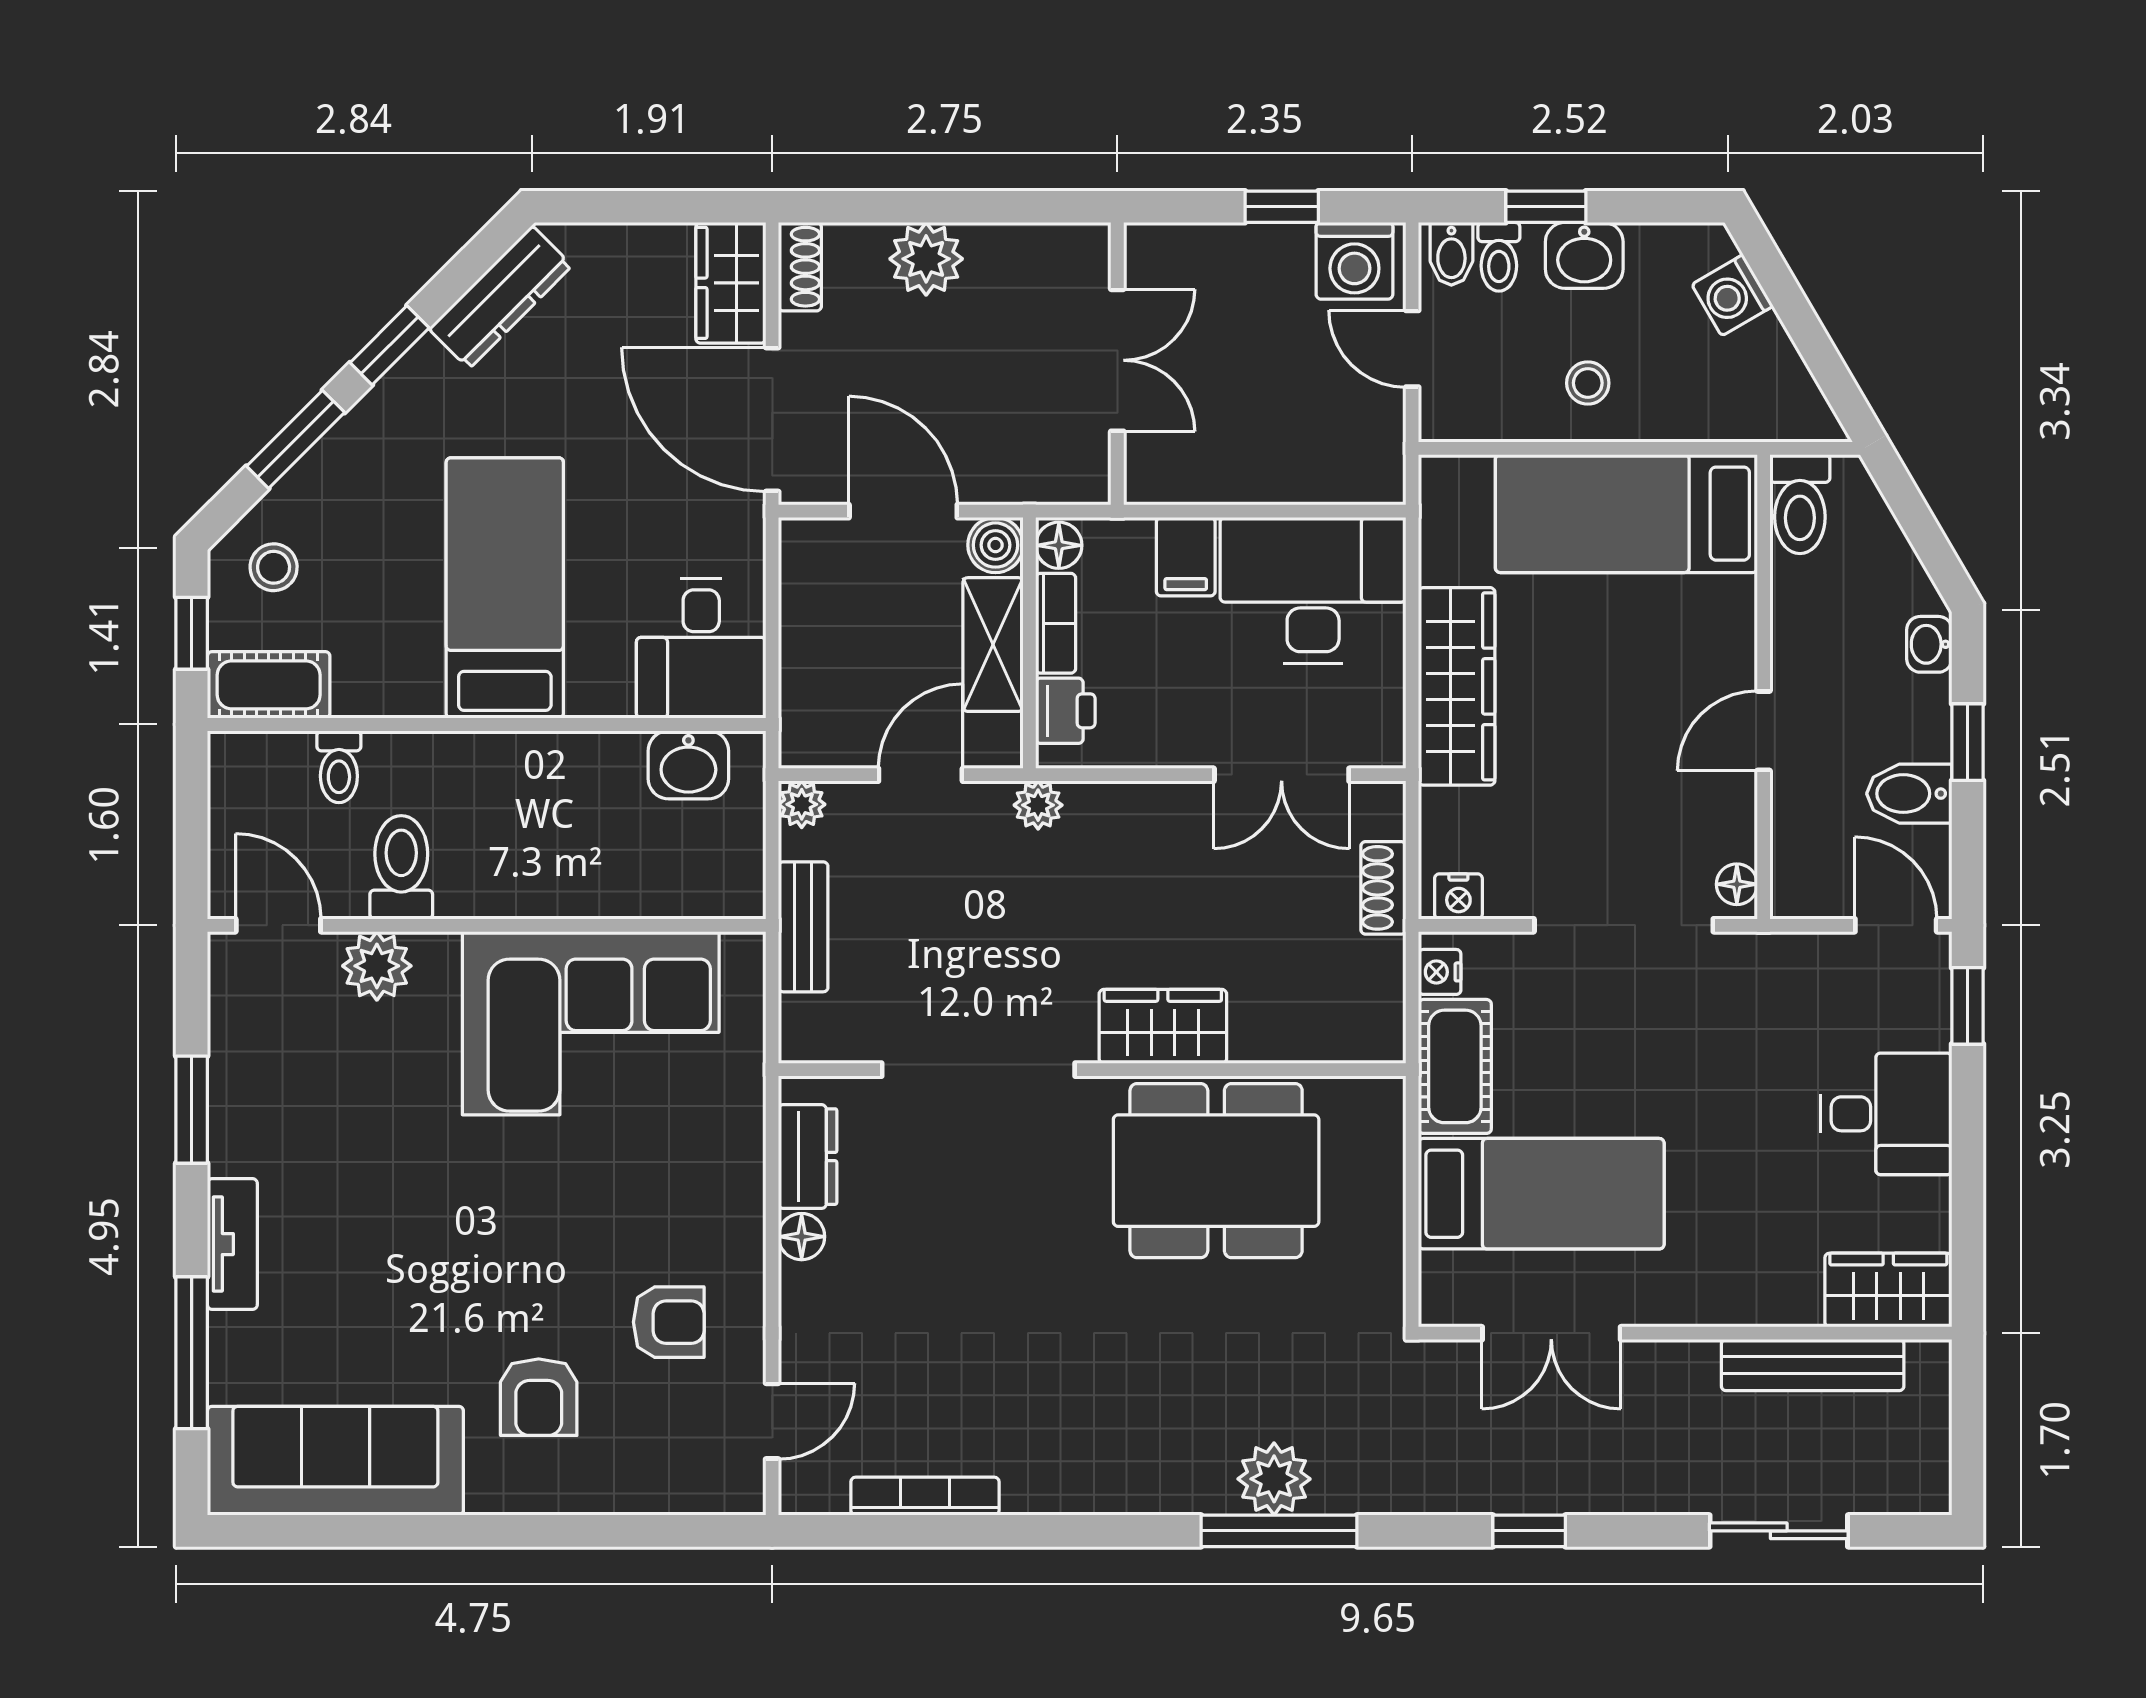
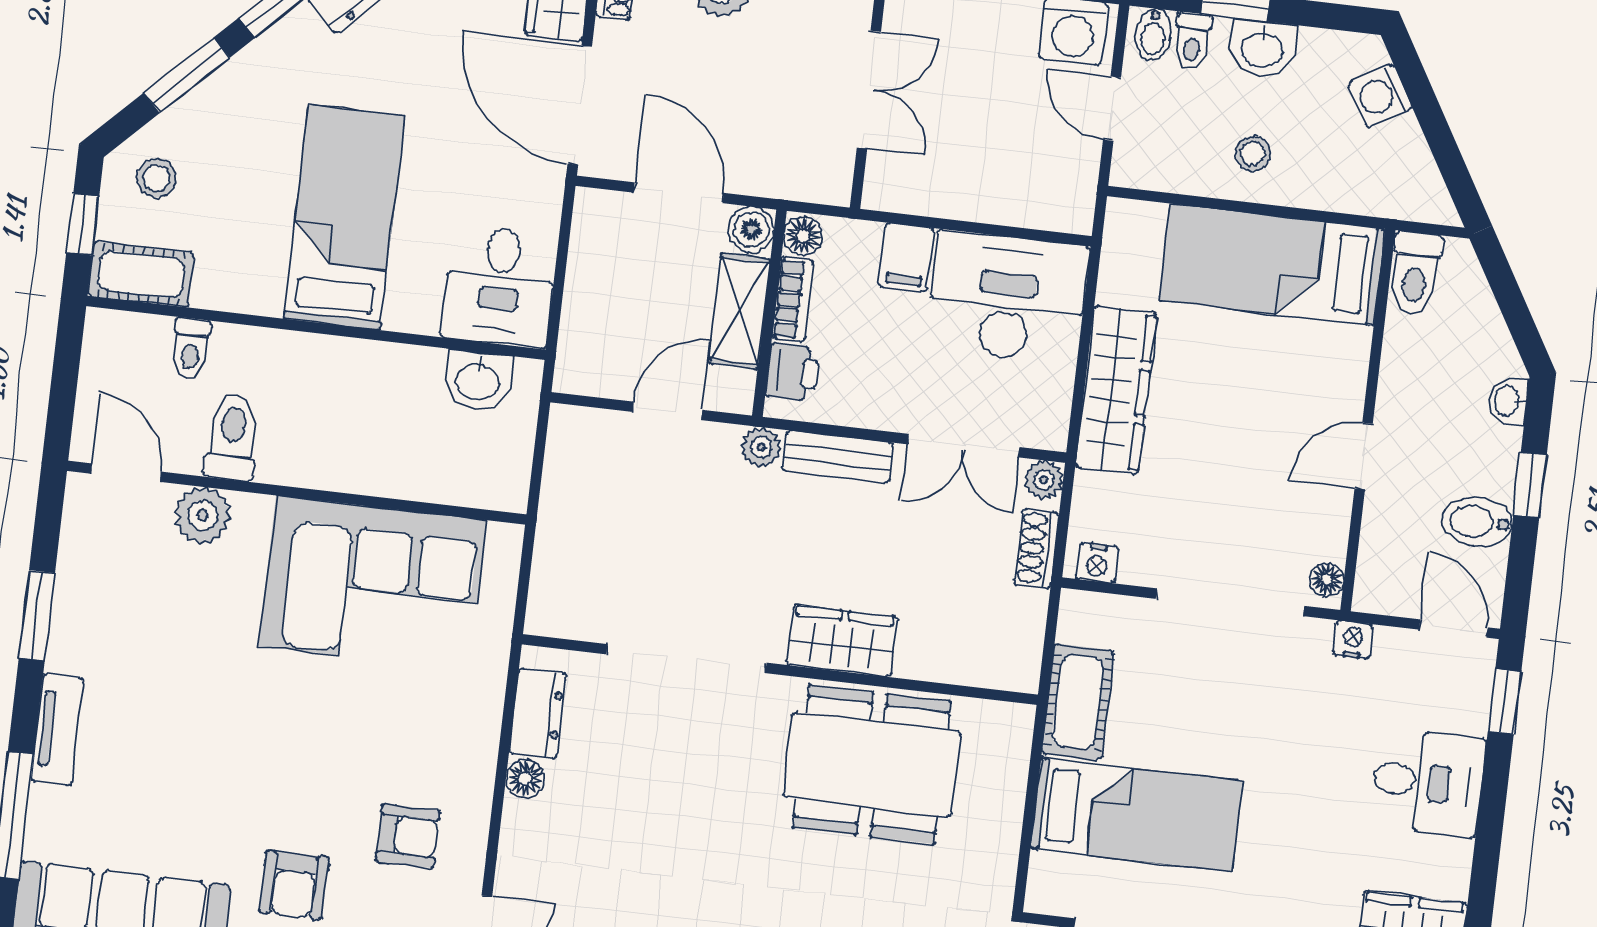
plant: (802, 804) -> (1044, 480), moved
bench: (803, 927) -> (838, 457), moved, turned 90
nightstand: (1440, 972) -> (1353, 640), moved, turned 90

